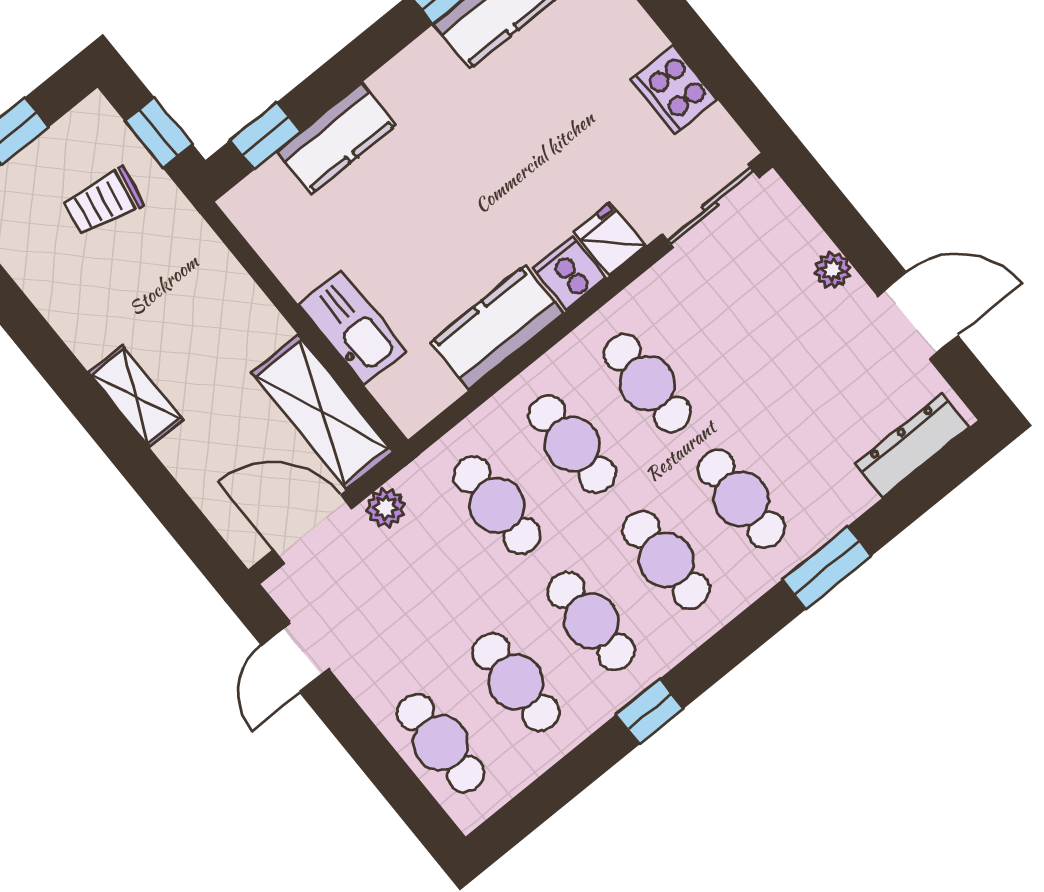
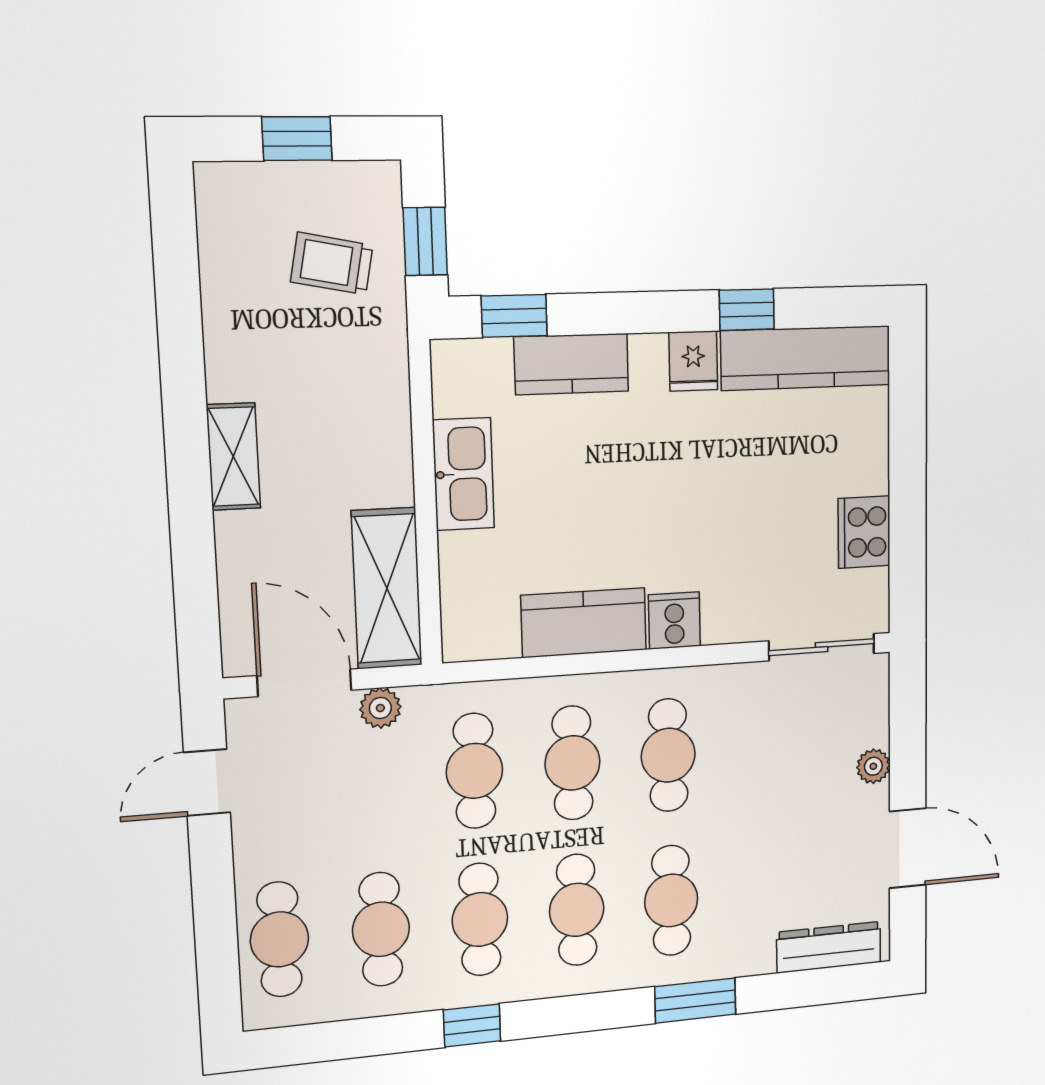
fridge: (610, 239) -> (693, 361), moved, turned 180
kitchen sink: (352, 328) -> (463, 474), moved

